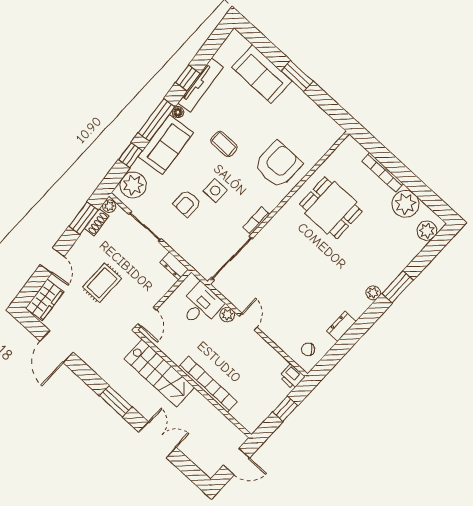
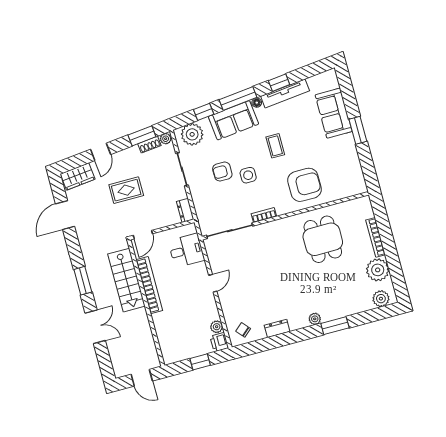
plant: (227, 315) -> (217, 327), moved
bookcase: (208, 384) -> (149, 285), moved

